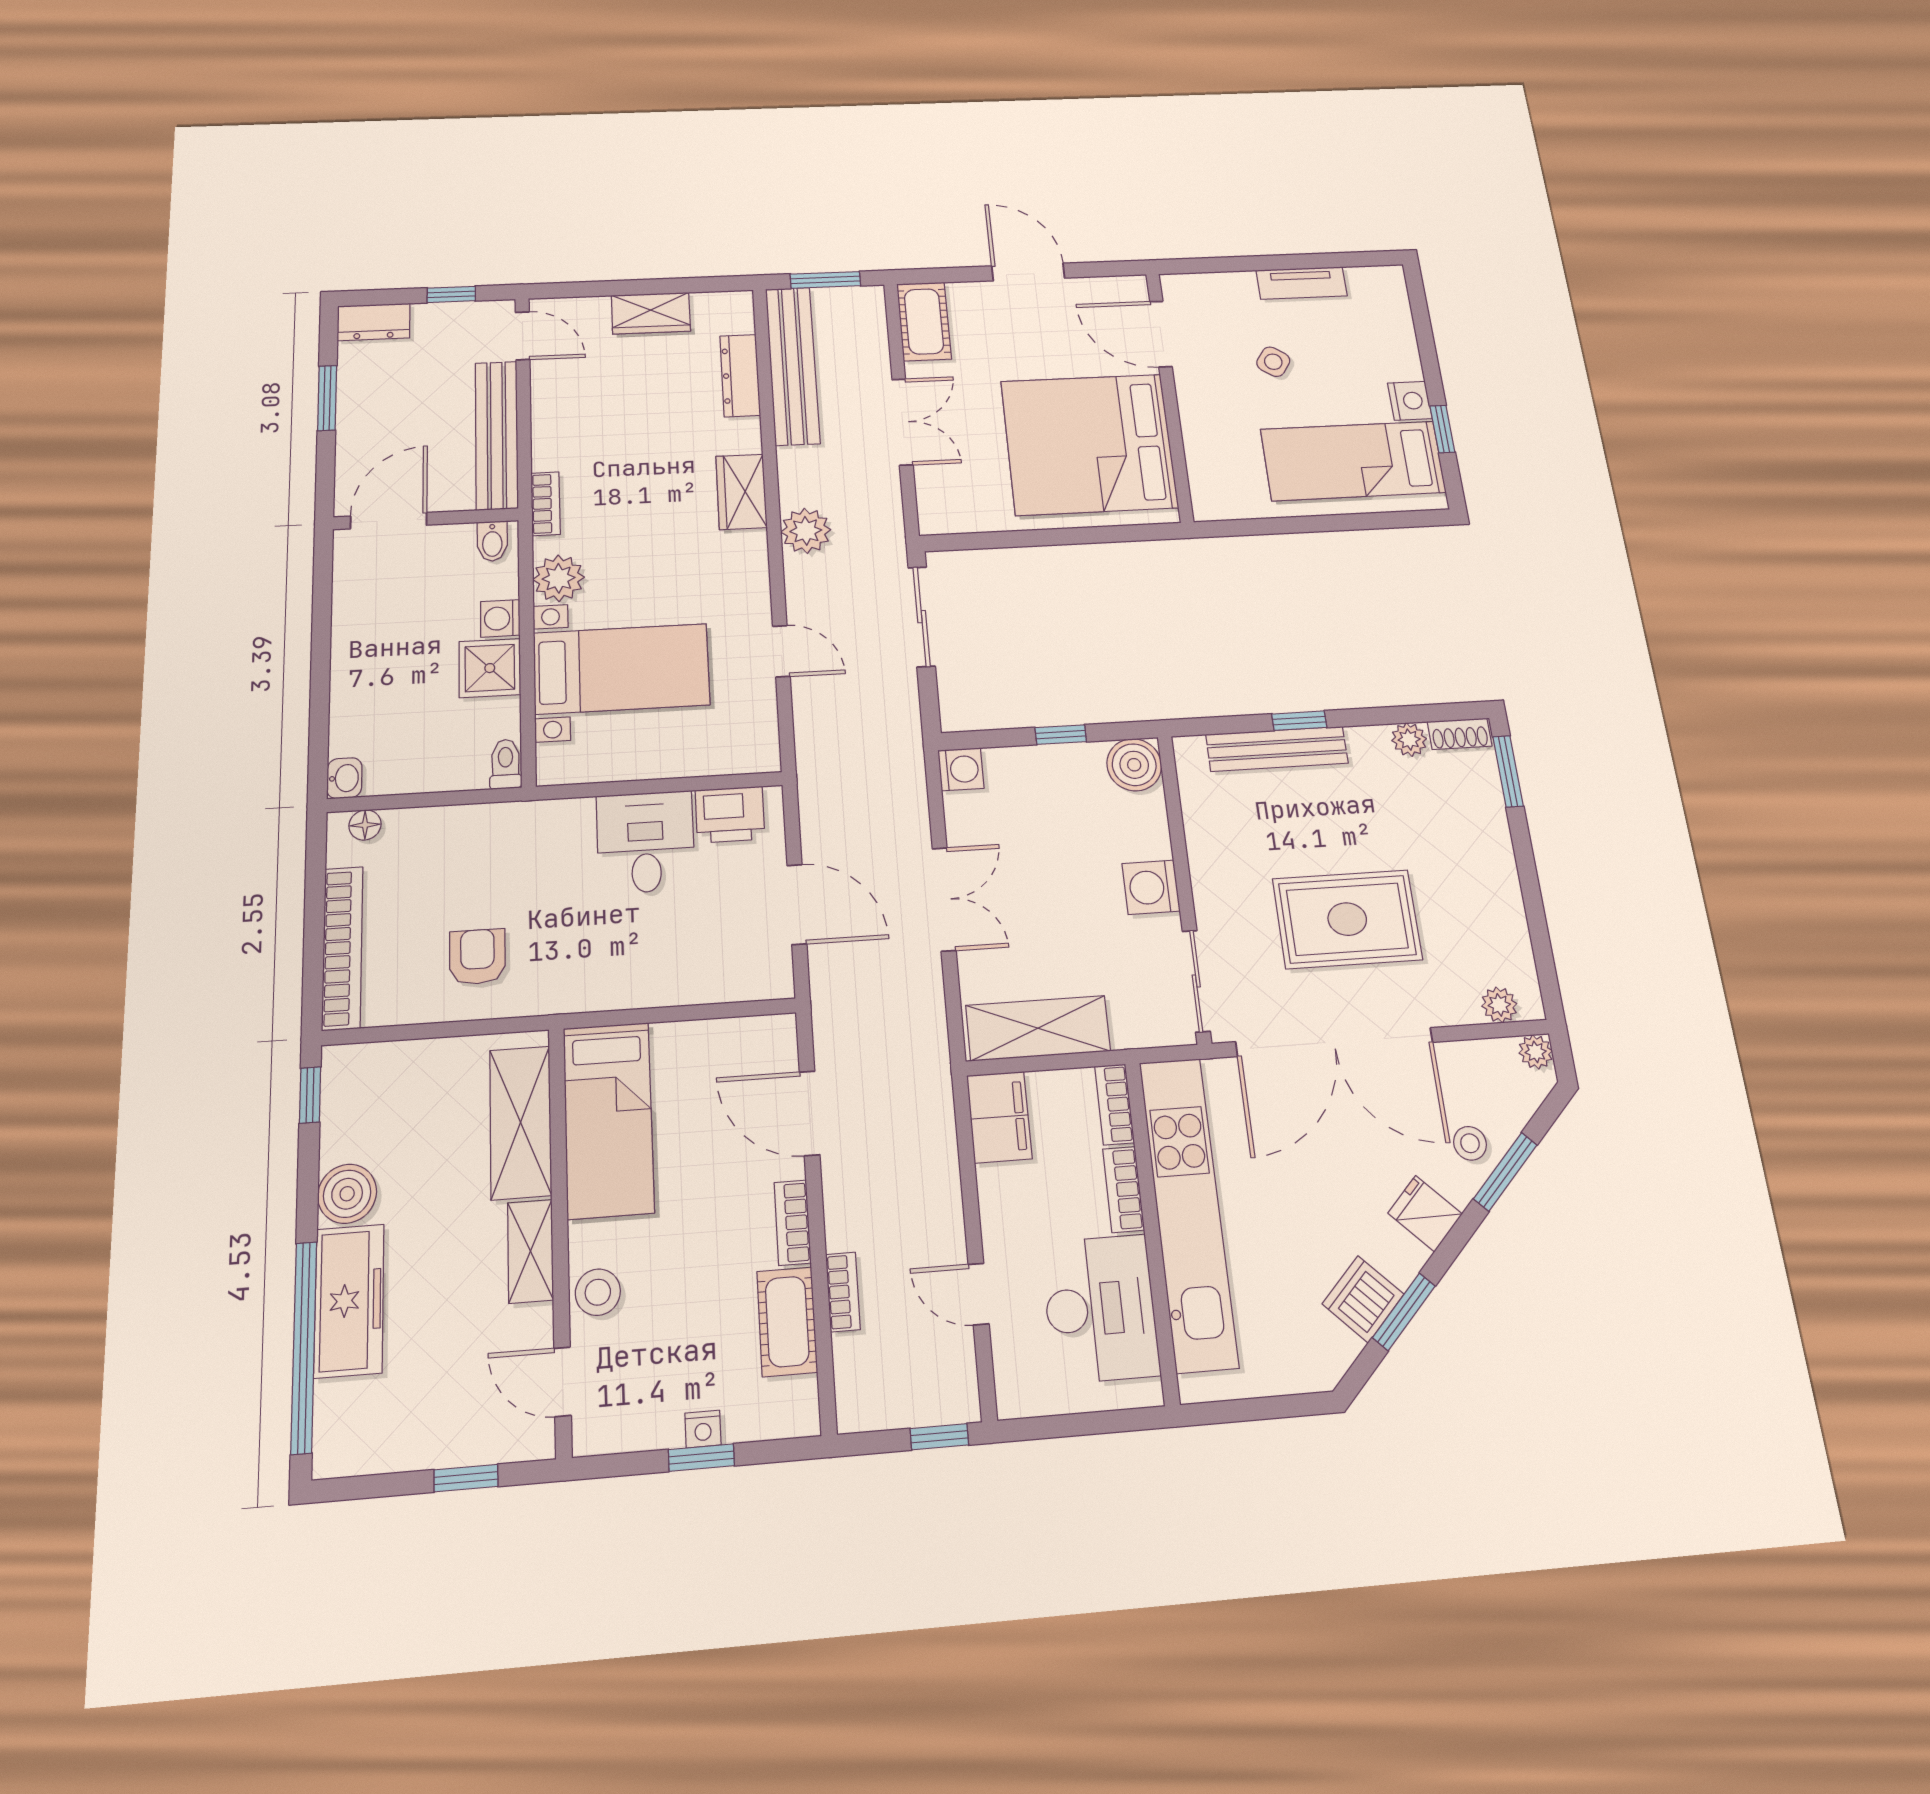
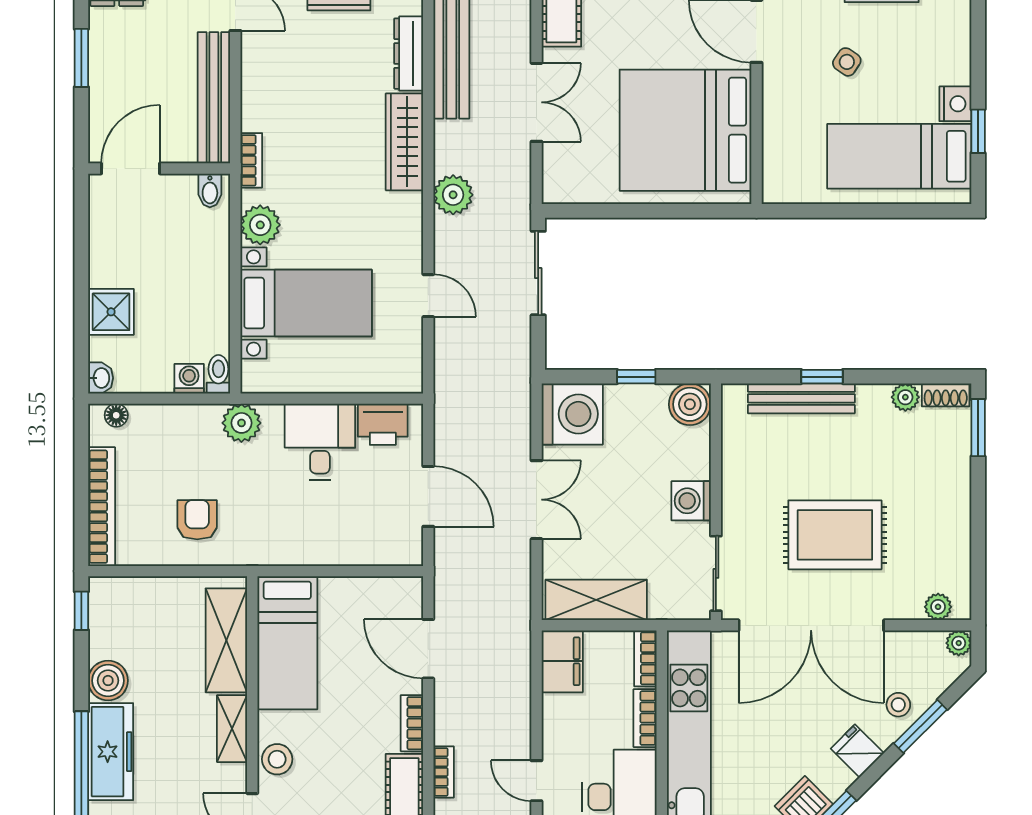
wardrobe: (741, 492) -> (404, 142), width x1.50
washing machine: (500, 618) -> (189, 379), moved, turned 90
shower: (490, 668) -> (111, 312), moved
washing machine: (961, 769) -> (572, 414), width x1.89, depth x1.89
plant: (538, 824) -> (241, 423), added

